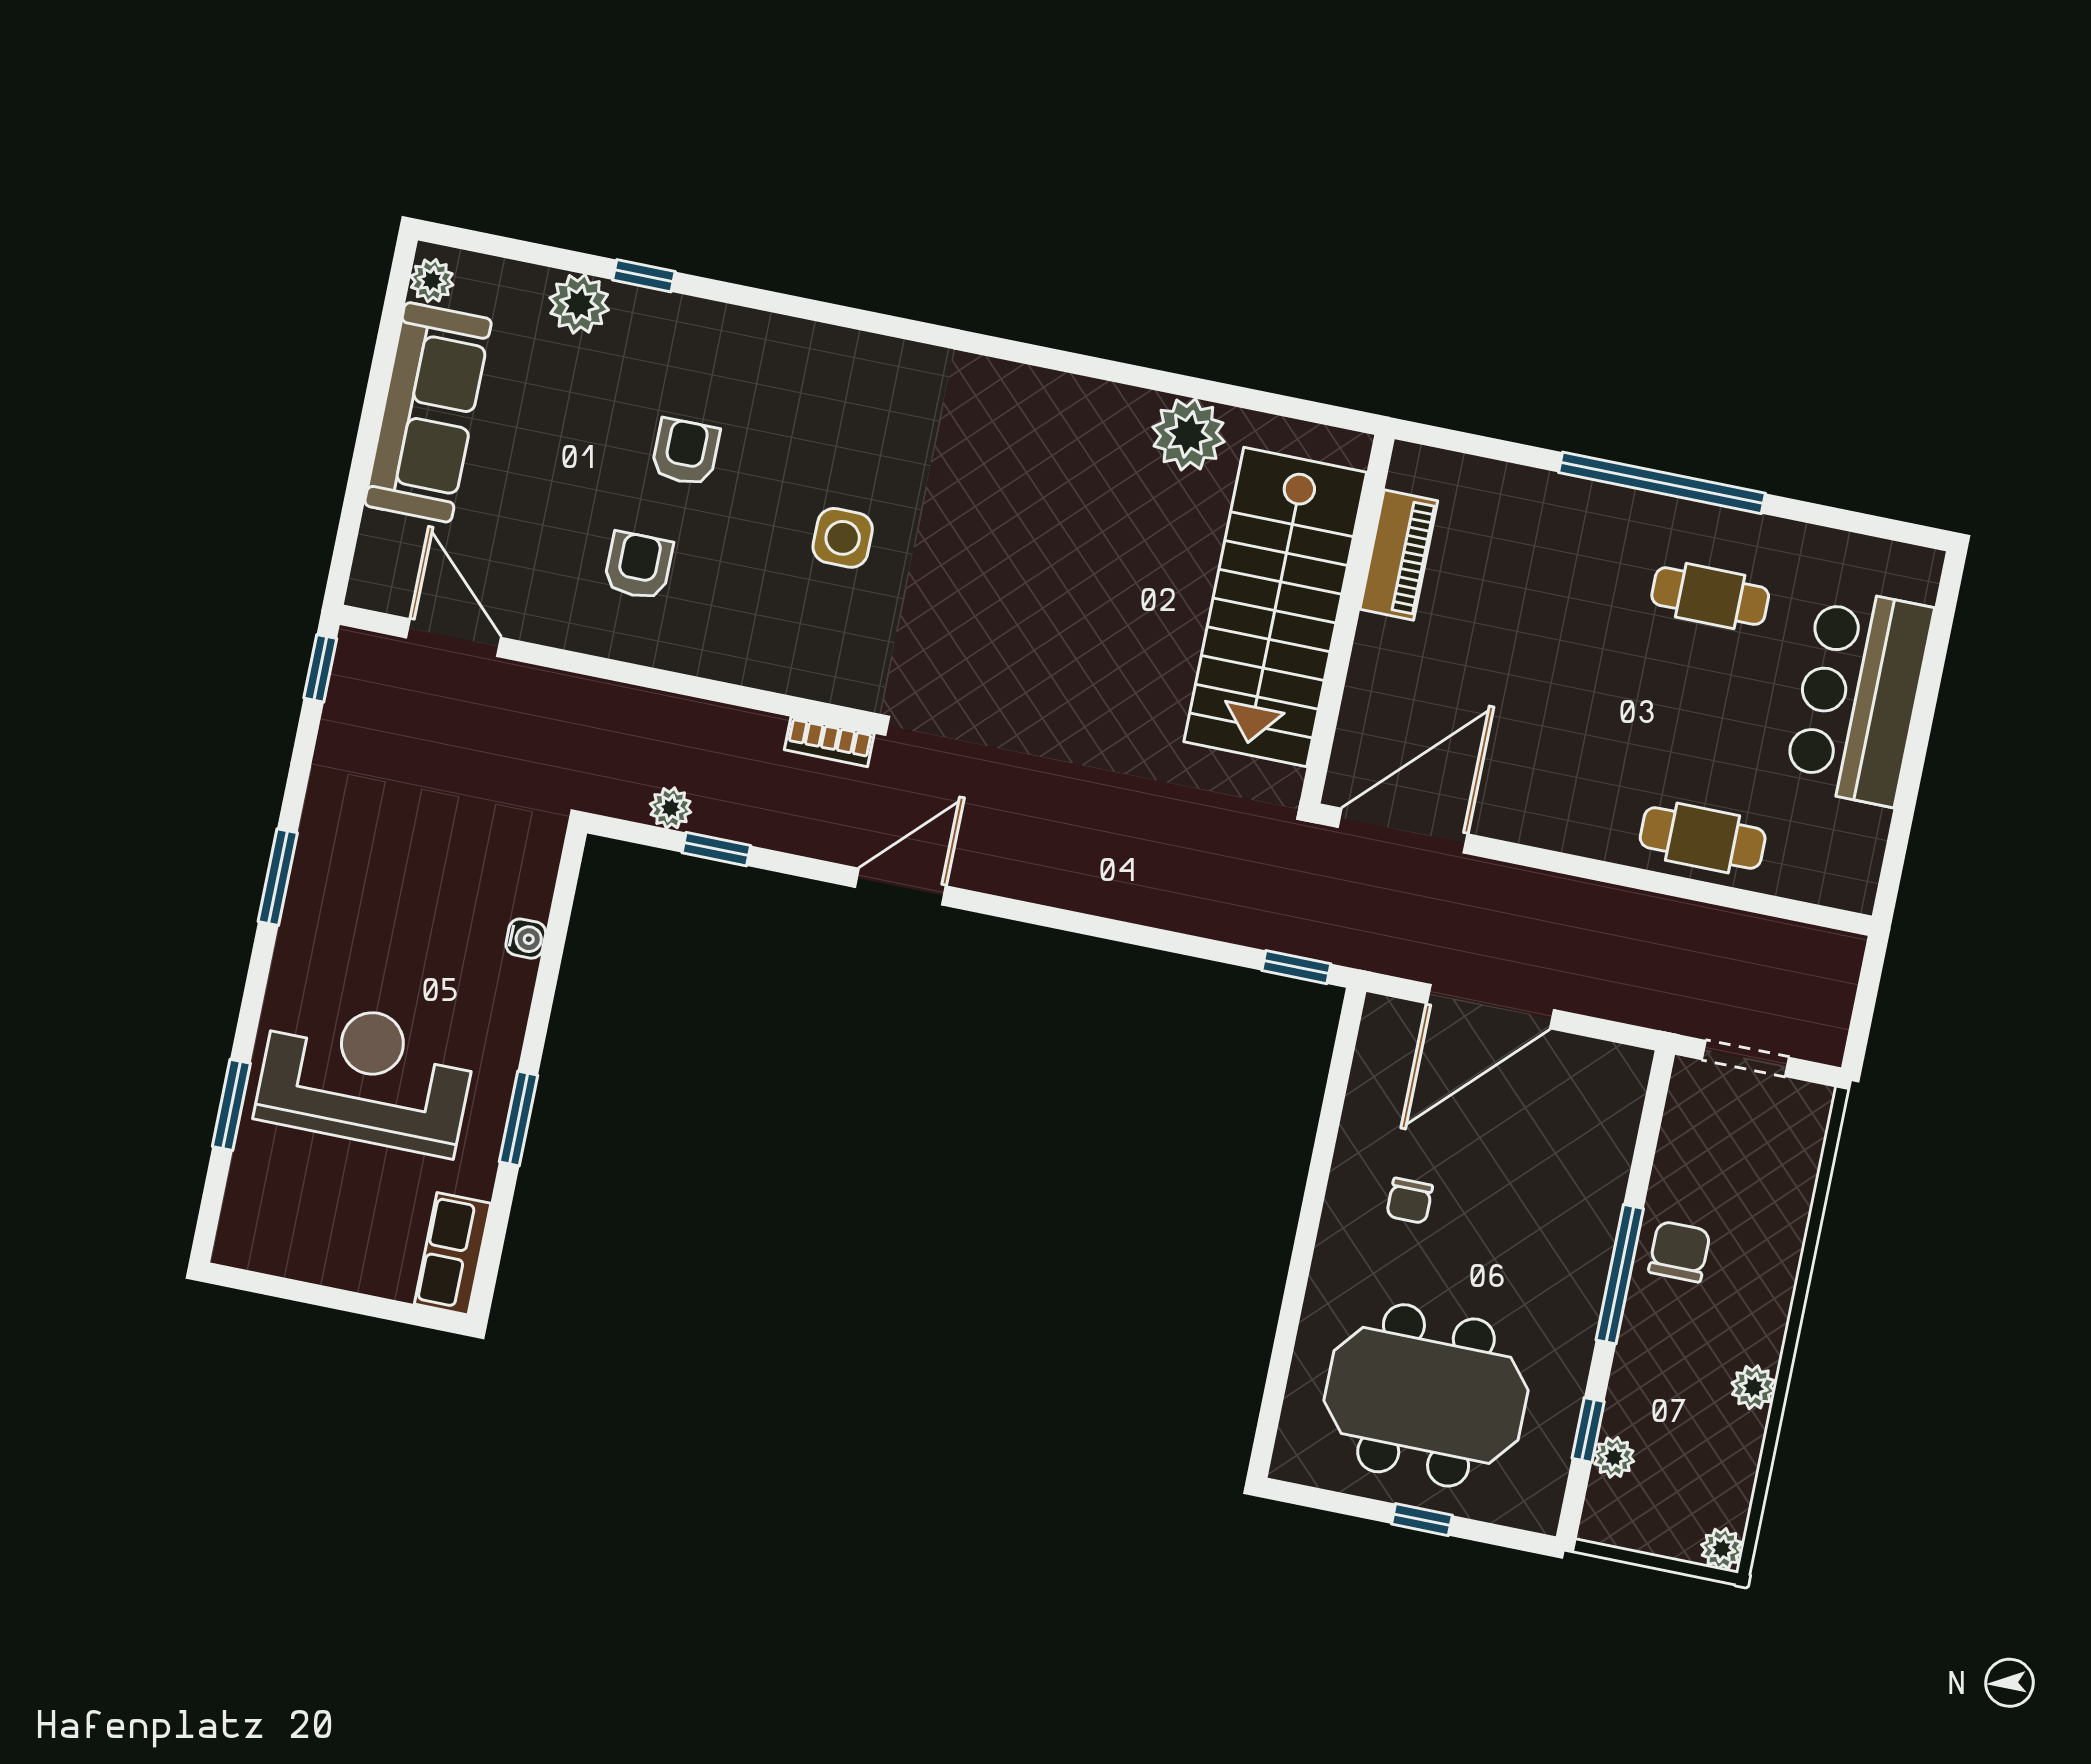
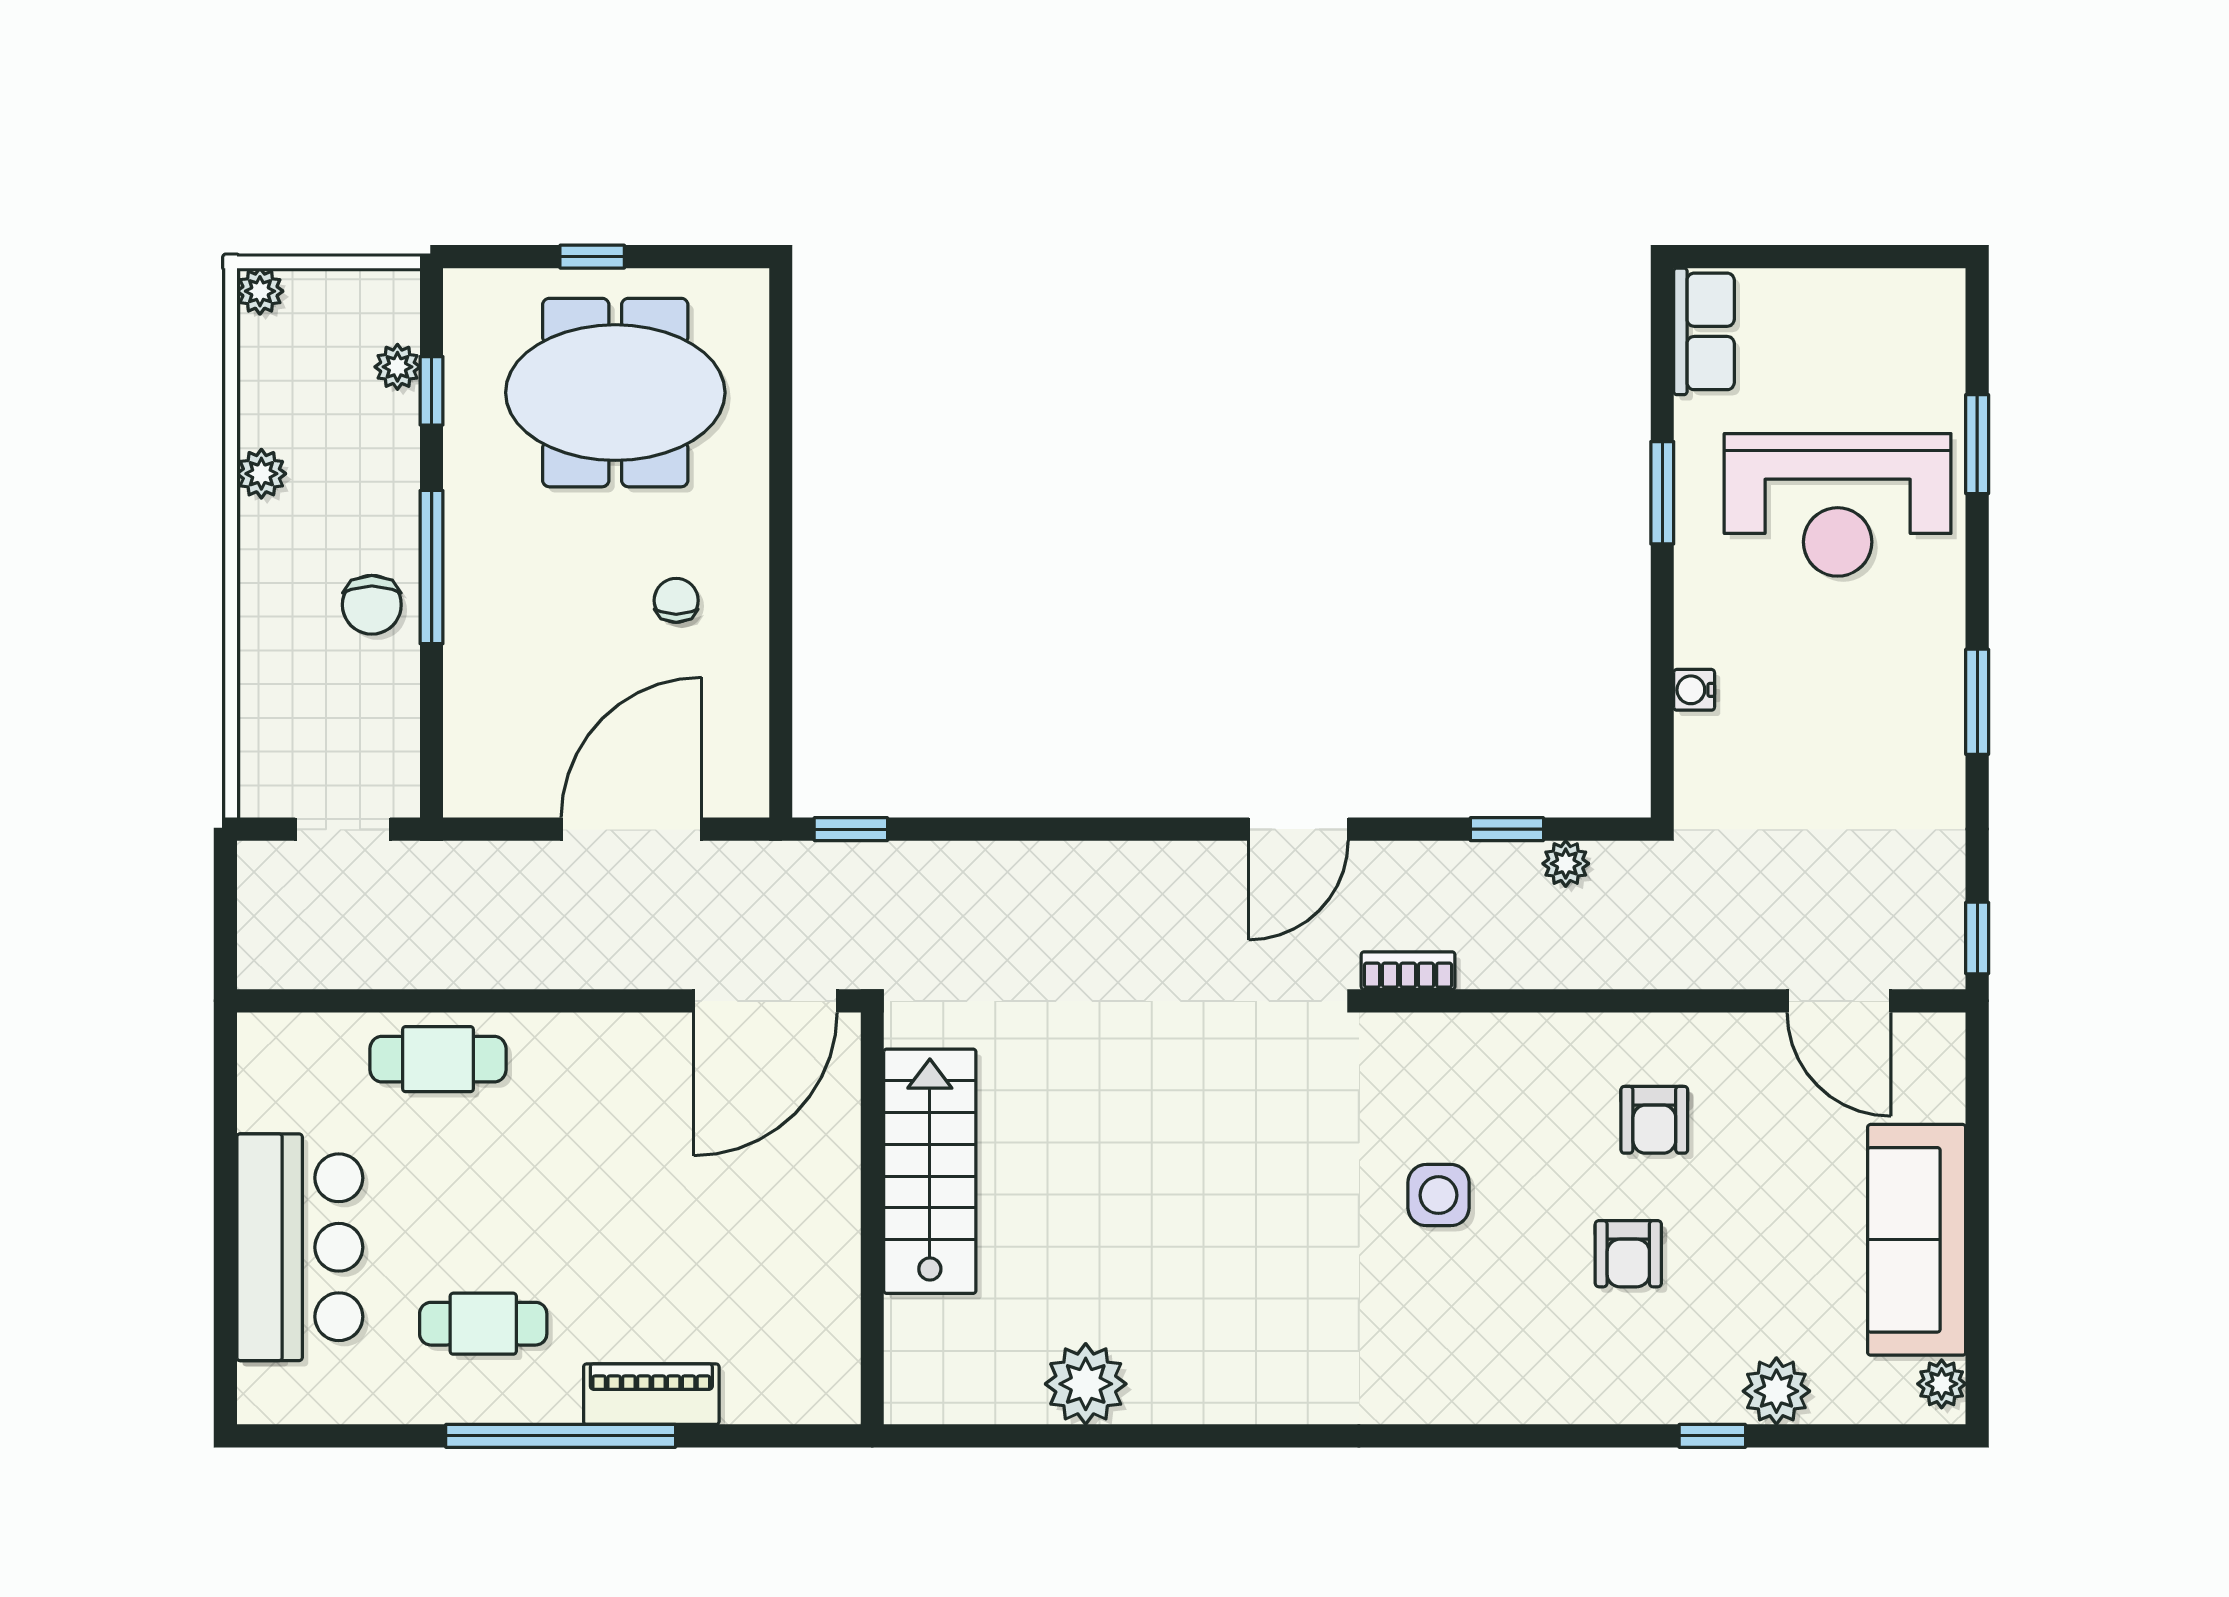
piano: (1399, 555) -> (651, 1394), moved, turned 90
stairs: (1275, 607) -> (930, 1171), width x0.73, depth x0.66

